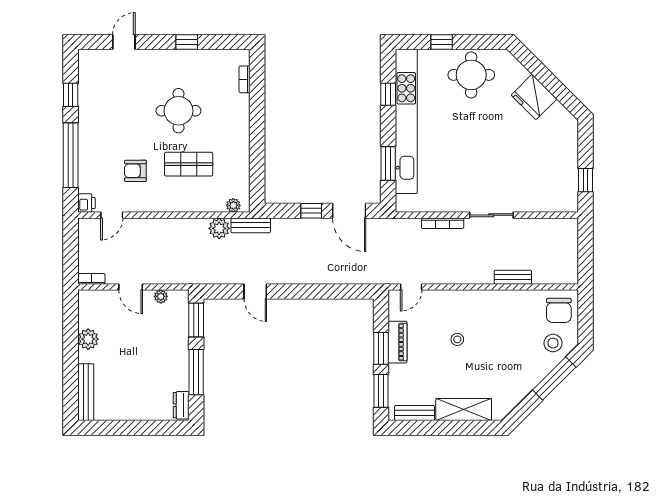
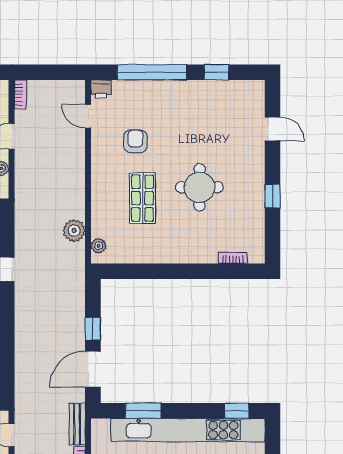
window: (388, 94) -> (237, 411), moved
bench: (251, 225) -> (77, 424), moved

